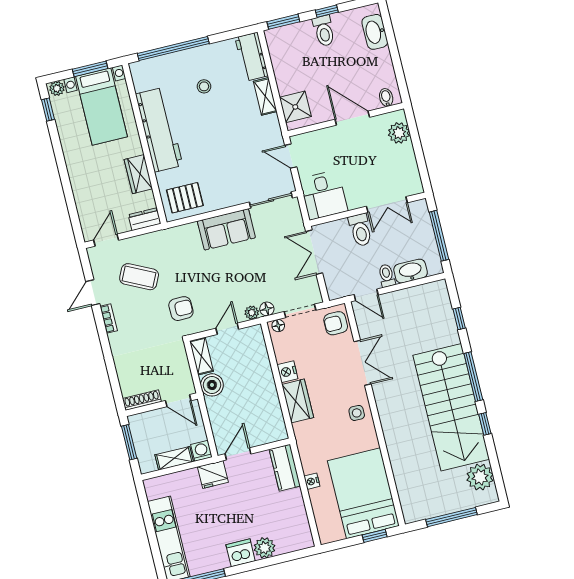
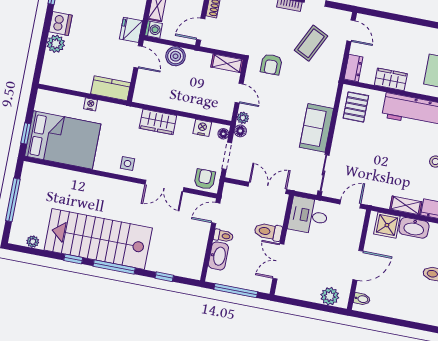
washbasin: (375, 32) -> (414, 228), moved, turned 180
nightstand: (287, 372) -> (202, 128), moved
boiler: (212, 385) -> (176, 56), moved
plant: (480, 477) -> (33, 242), width x0.53, depth x0.53

